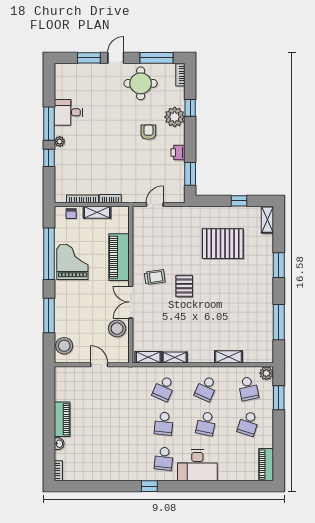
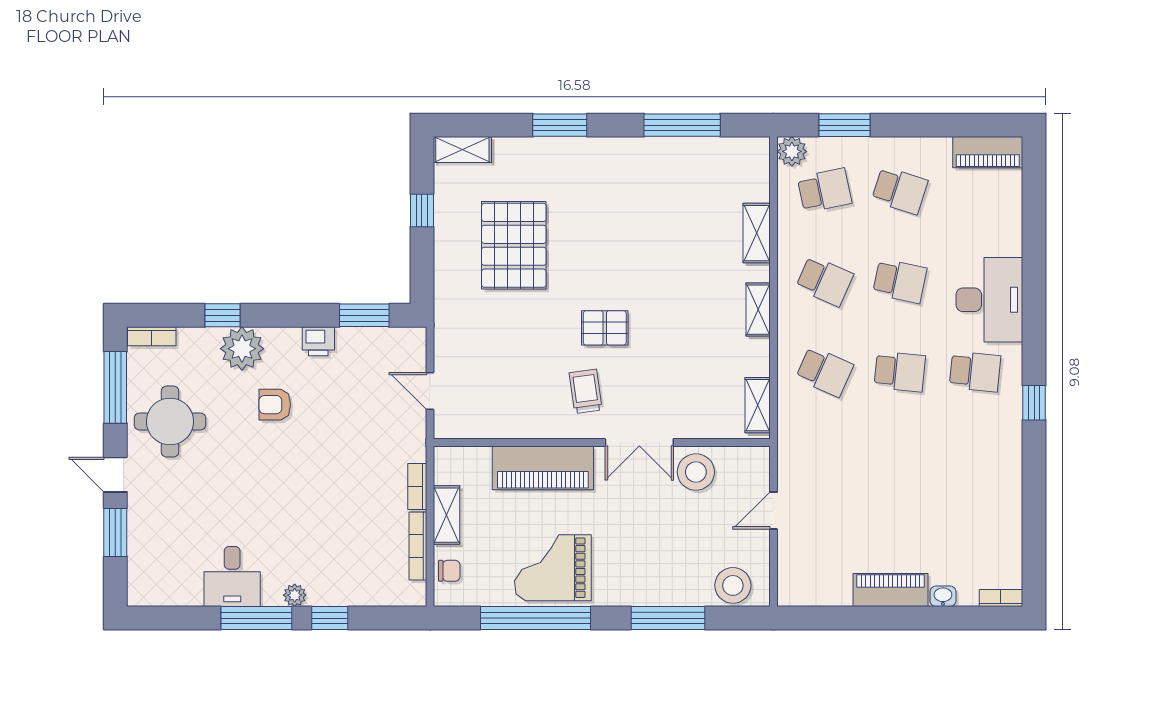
shelving: (175, 358) -> (758, 310), moved

